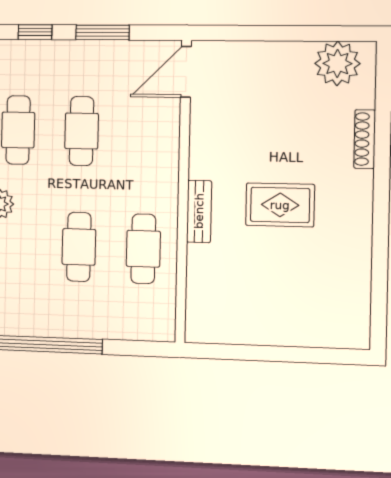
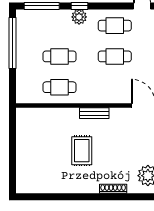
bench: (199, 211) -> (94, 113), moved

